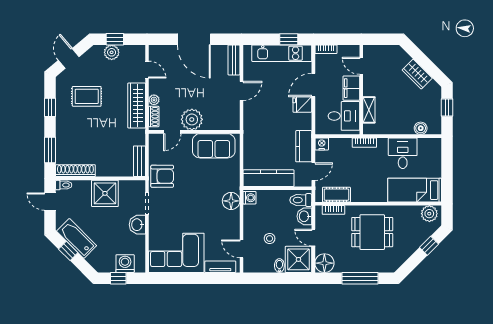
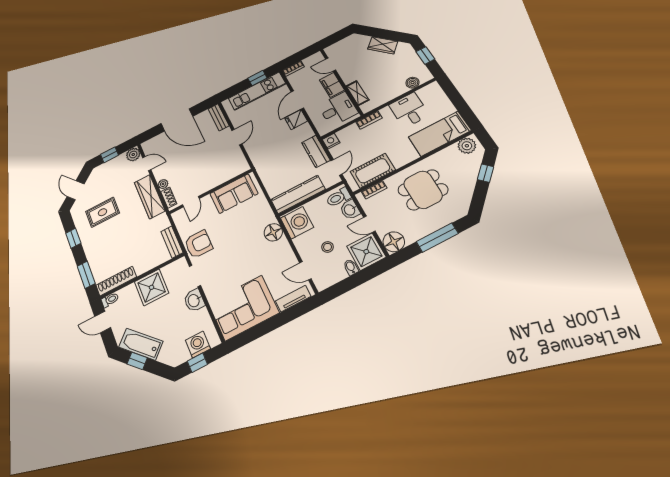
plant: (112, 52) -> (133, 155), moved
plant: (192, 119) -> (204, 182), removed
cot: (336, 195) -> (373, 171), width x1.37, depth x1.34
washing machine: (249, 198) -> (297, 223), width x1.89, depth x1.89

